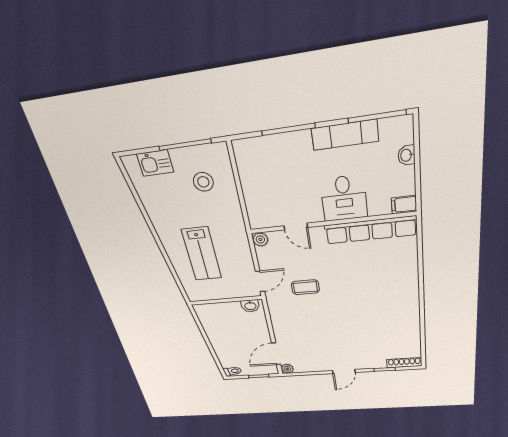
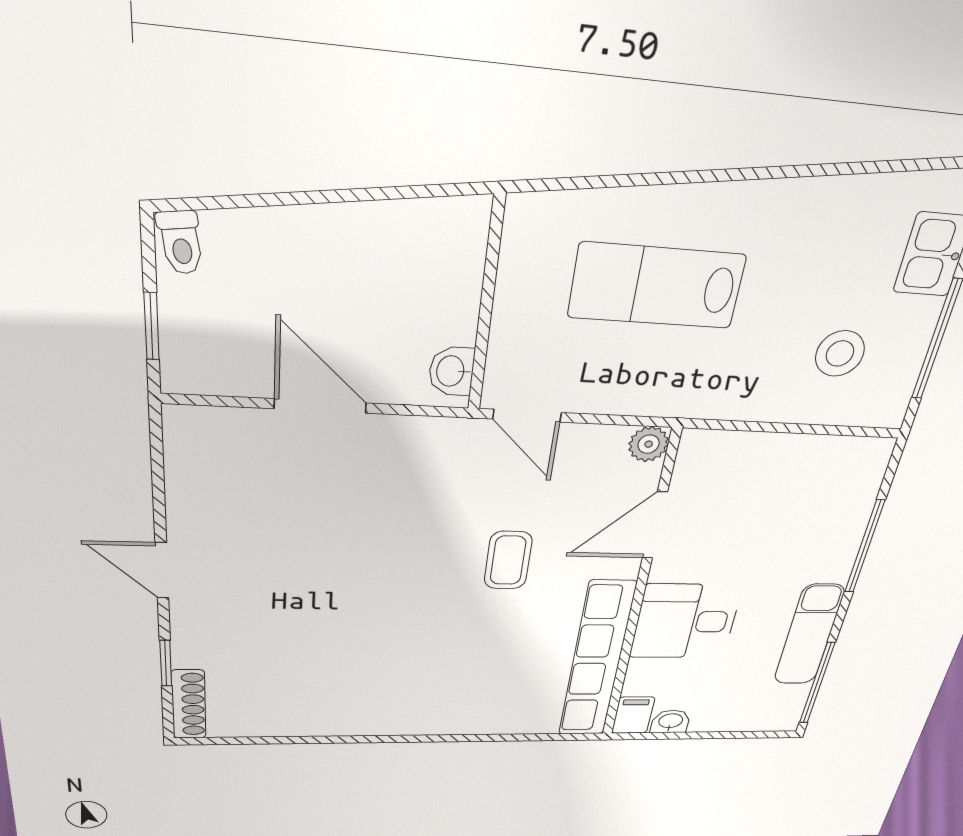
washbasin: (406, 155) -> (671, 721), moved
door: (296, 227) -> (655, 525), width x1.38
coffee table: (305, 287) -> (508, 560), moved
door: (276, 354) -> (320, 406), moved
plant: (287, 369) -> (183, 422), removed

